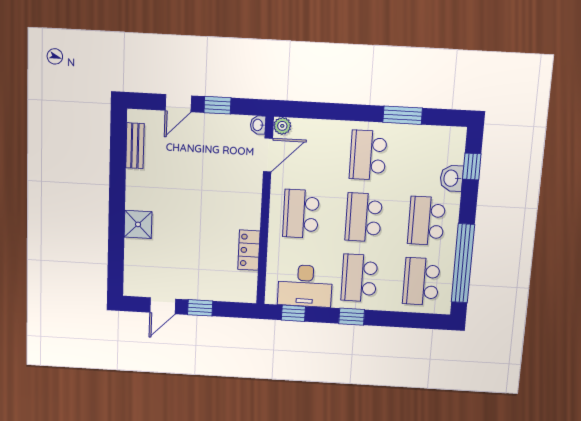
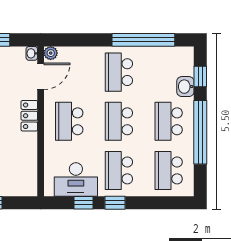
window: (403, 115) -> (143, 40), width x2.11
locker: (249, 250) -> (29, 116), moved
window: (463, 263) -> (200, 132), moved
window: (293, 313) -> (84, 203), moved

